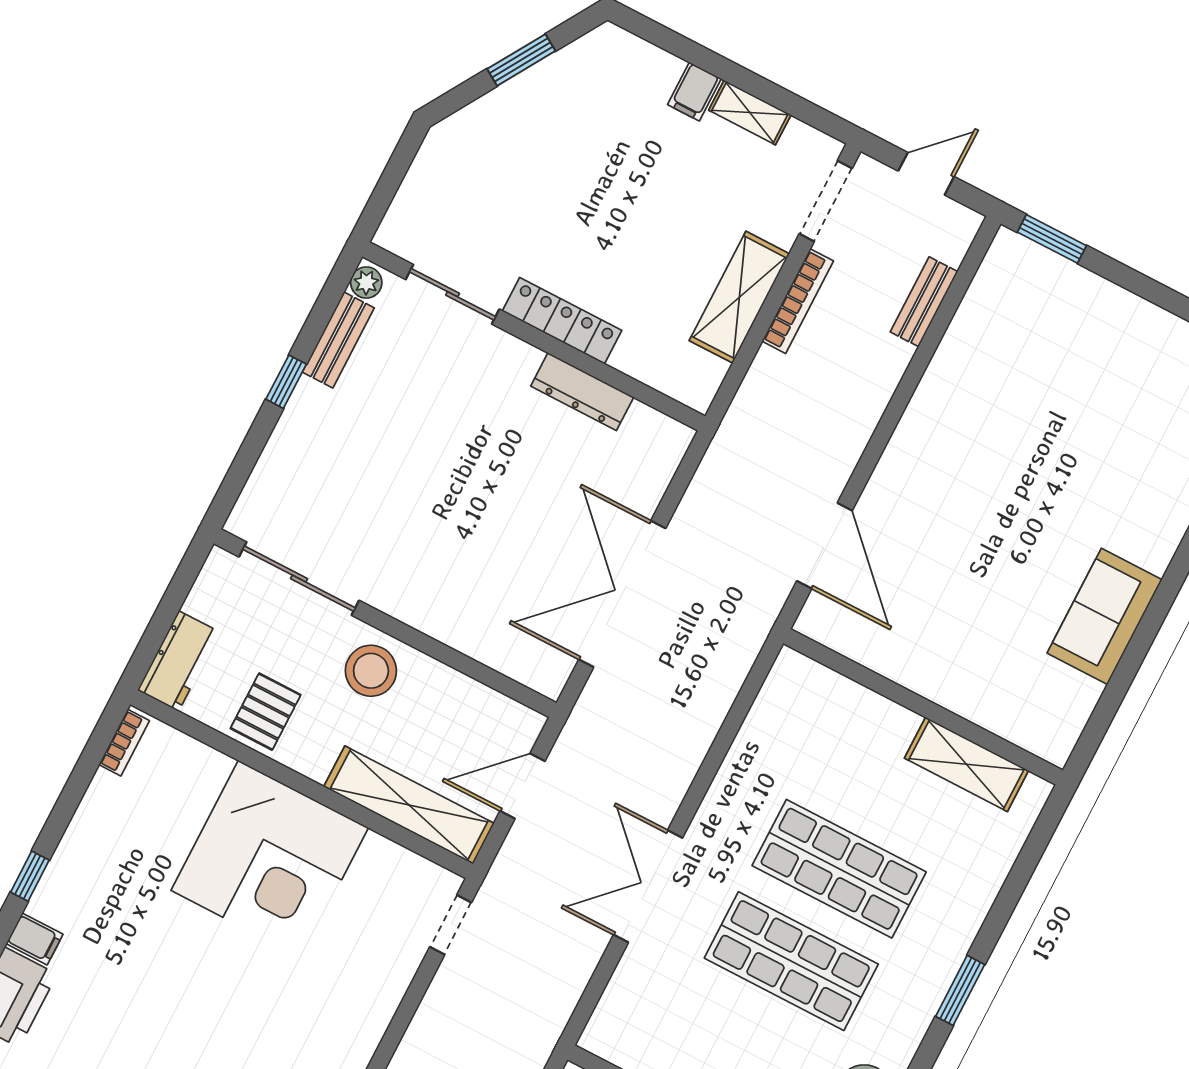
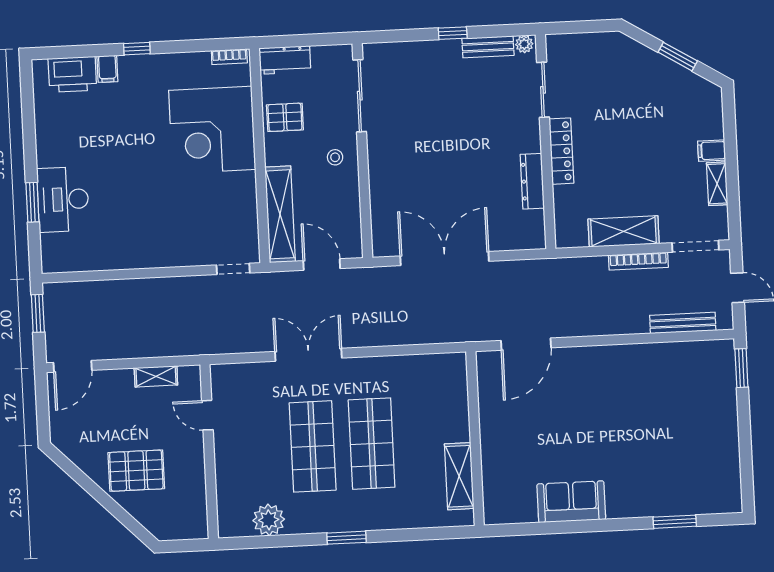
bench: (924, 302) -> (683, 323), width x1.36
stool: (371, 671) -> (335, 157), width x0.53, depth x0.53
corner desk: (270, 859) -> (212, 130), moved

